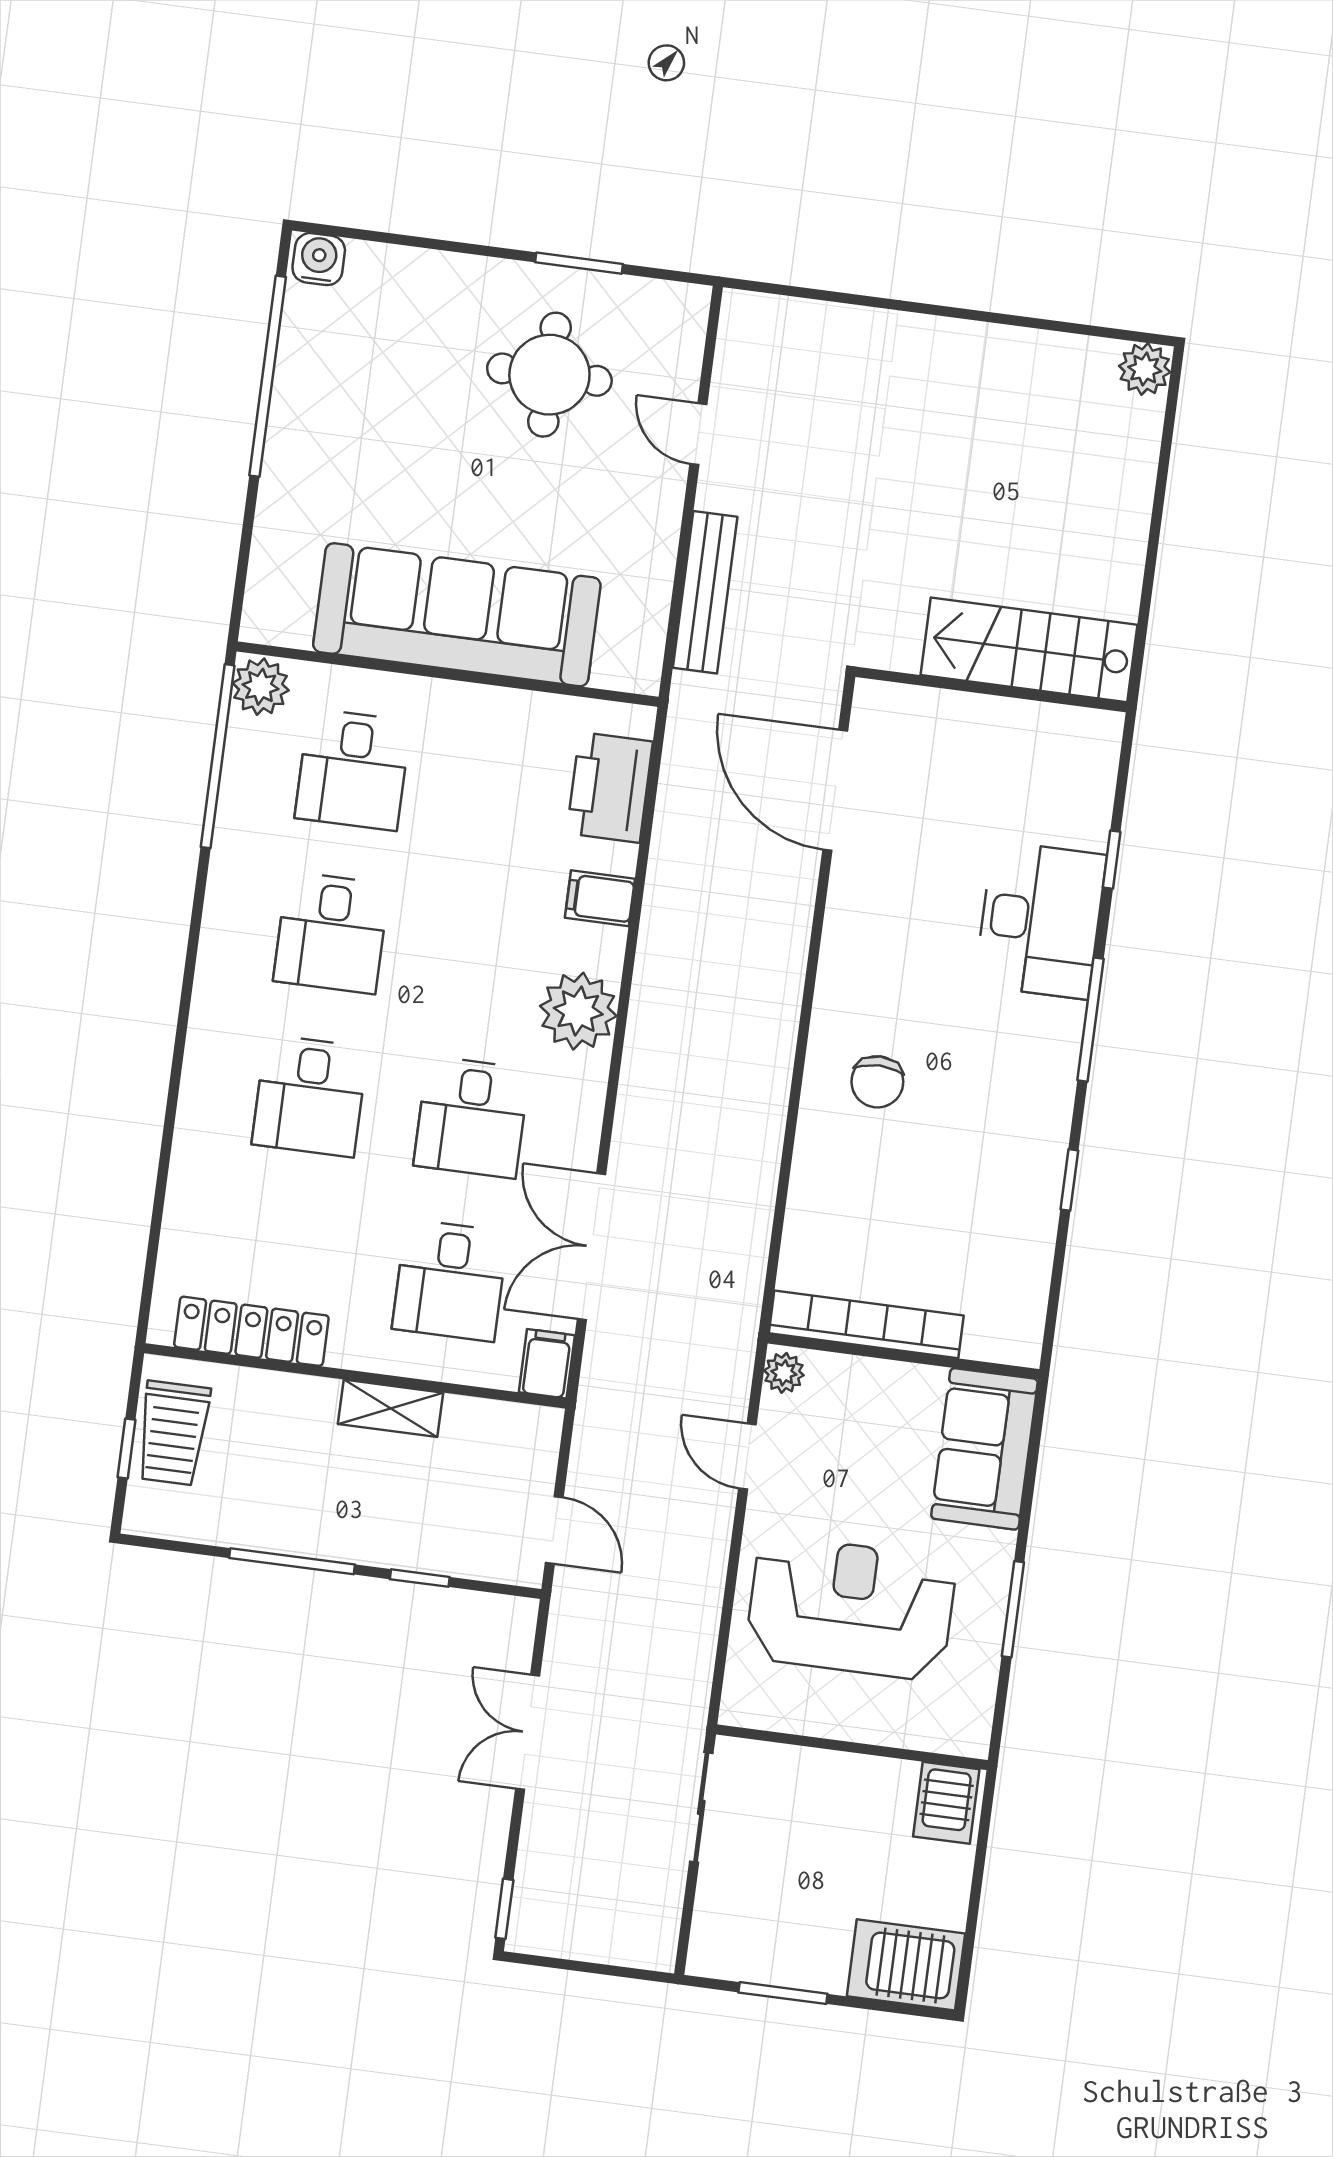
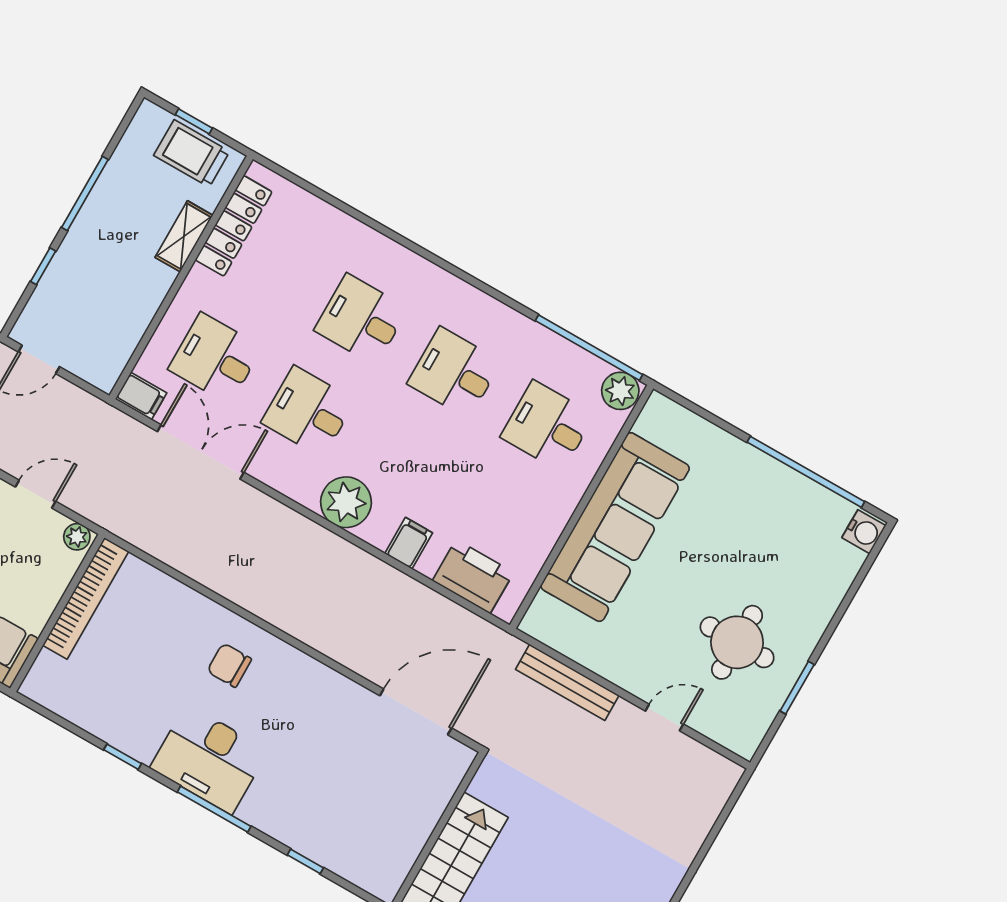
desk: (1040, 920) -> (209, 759), moved
shelving: (390, 1408) -> (184, 236), moved

